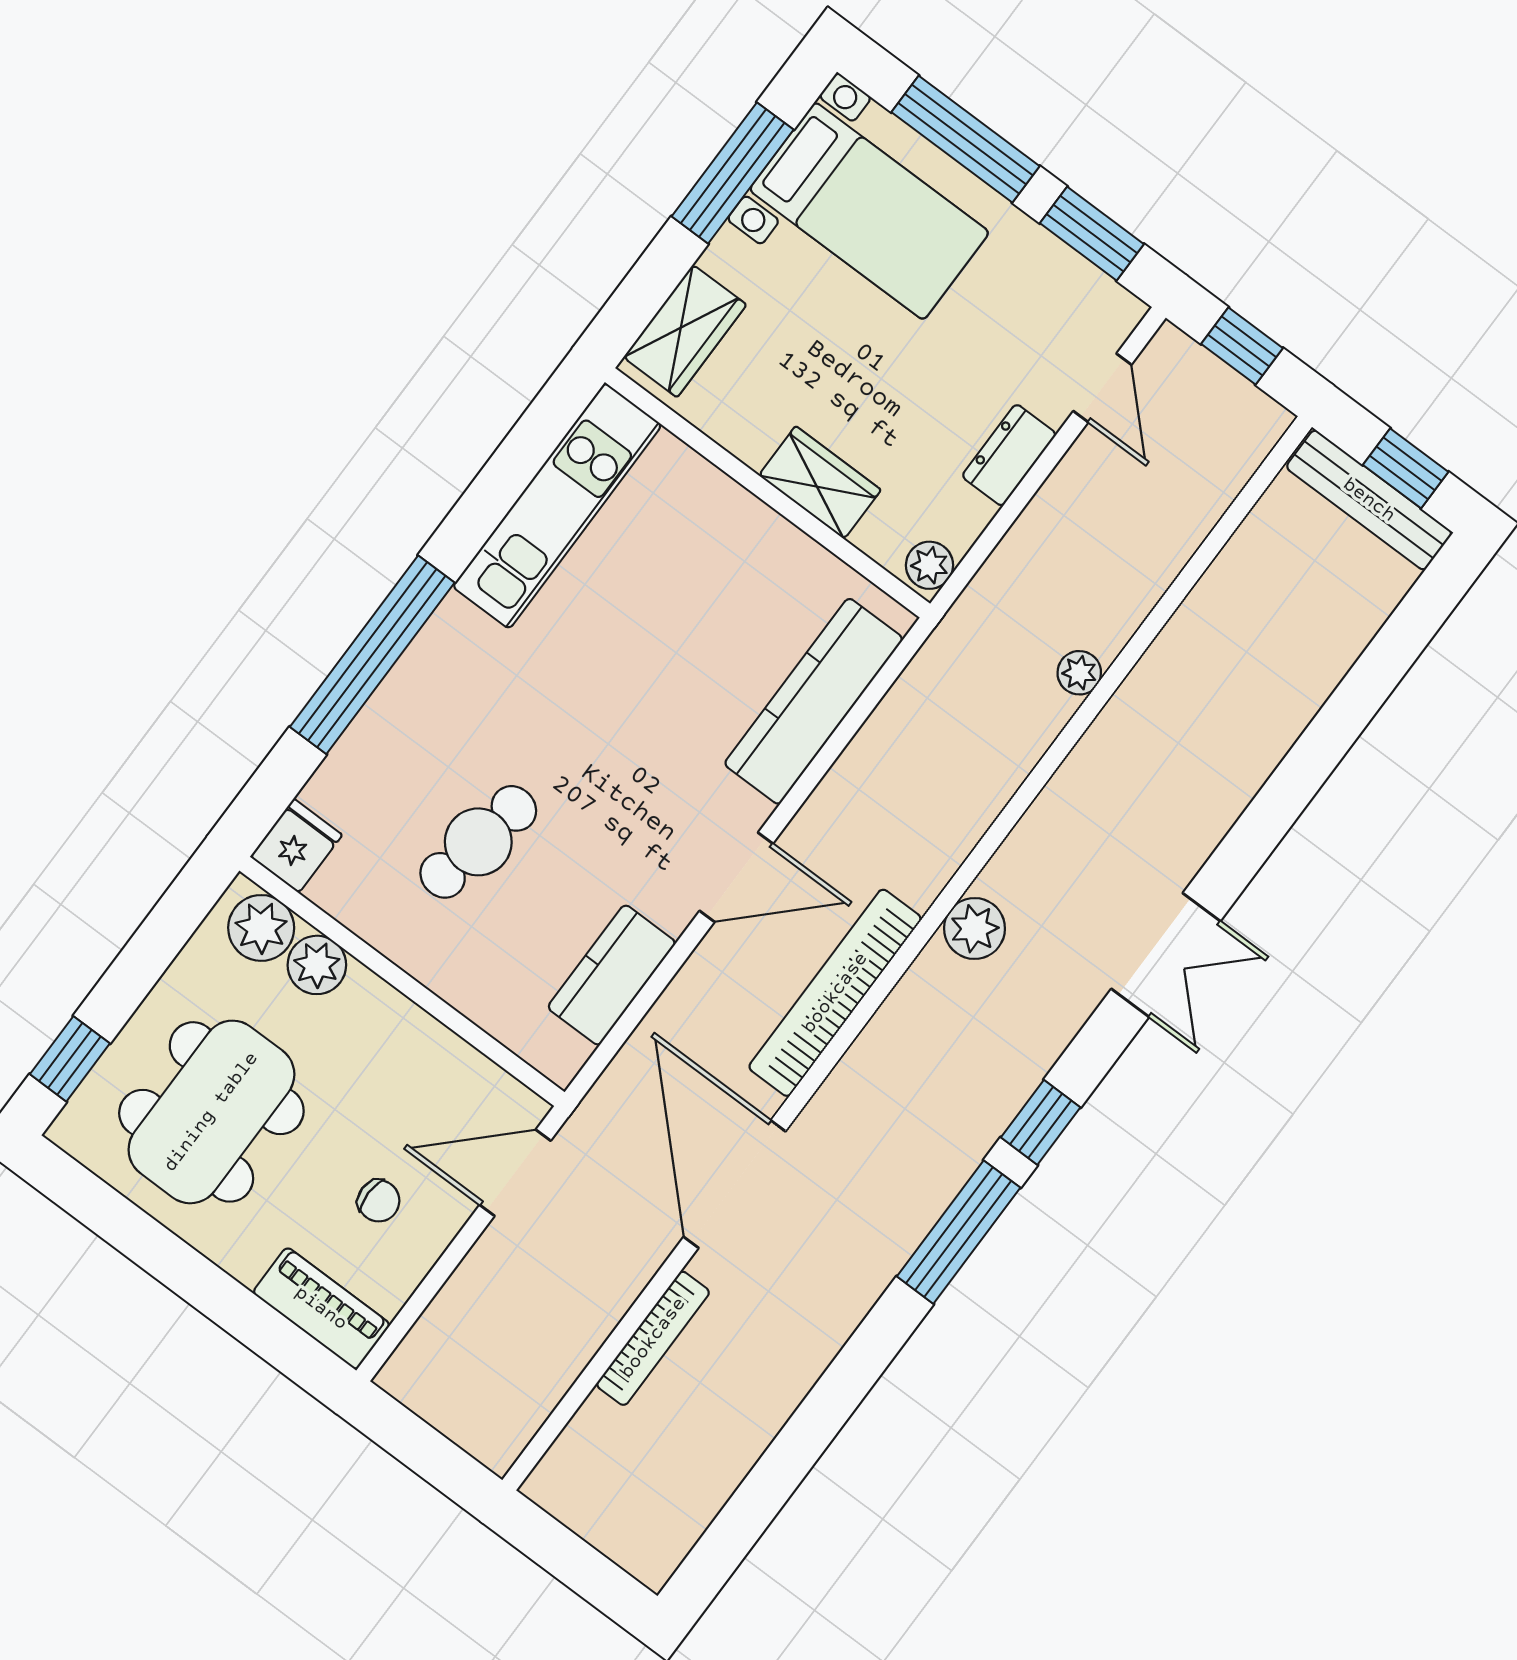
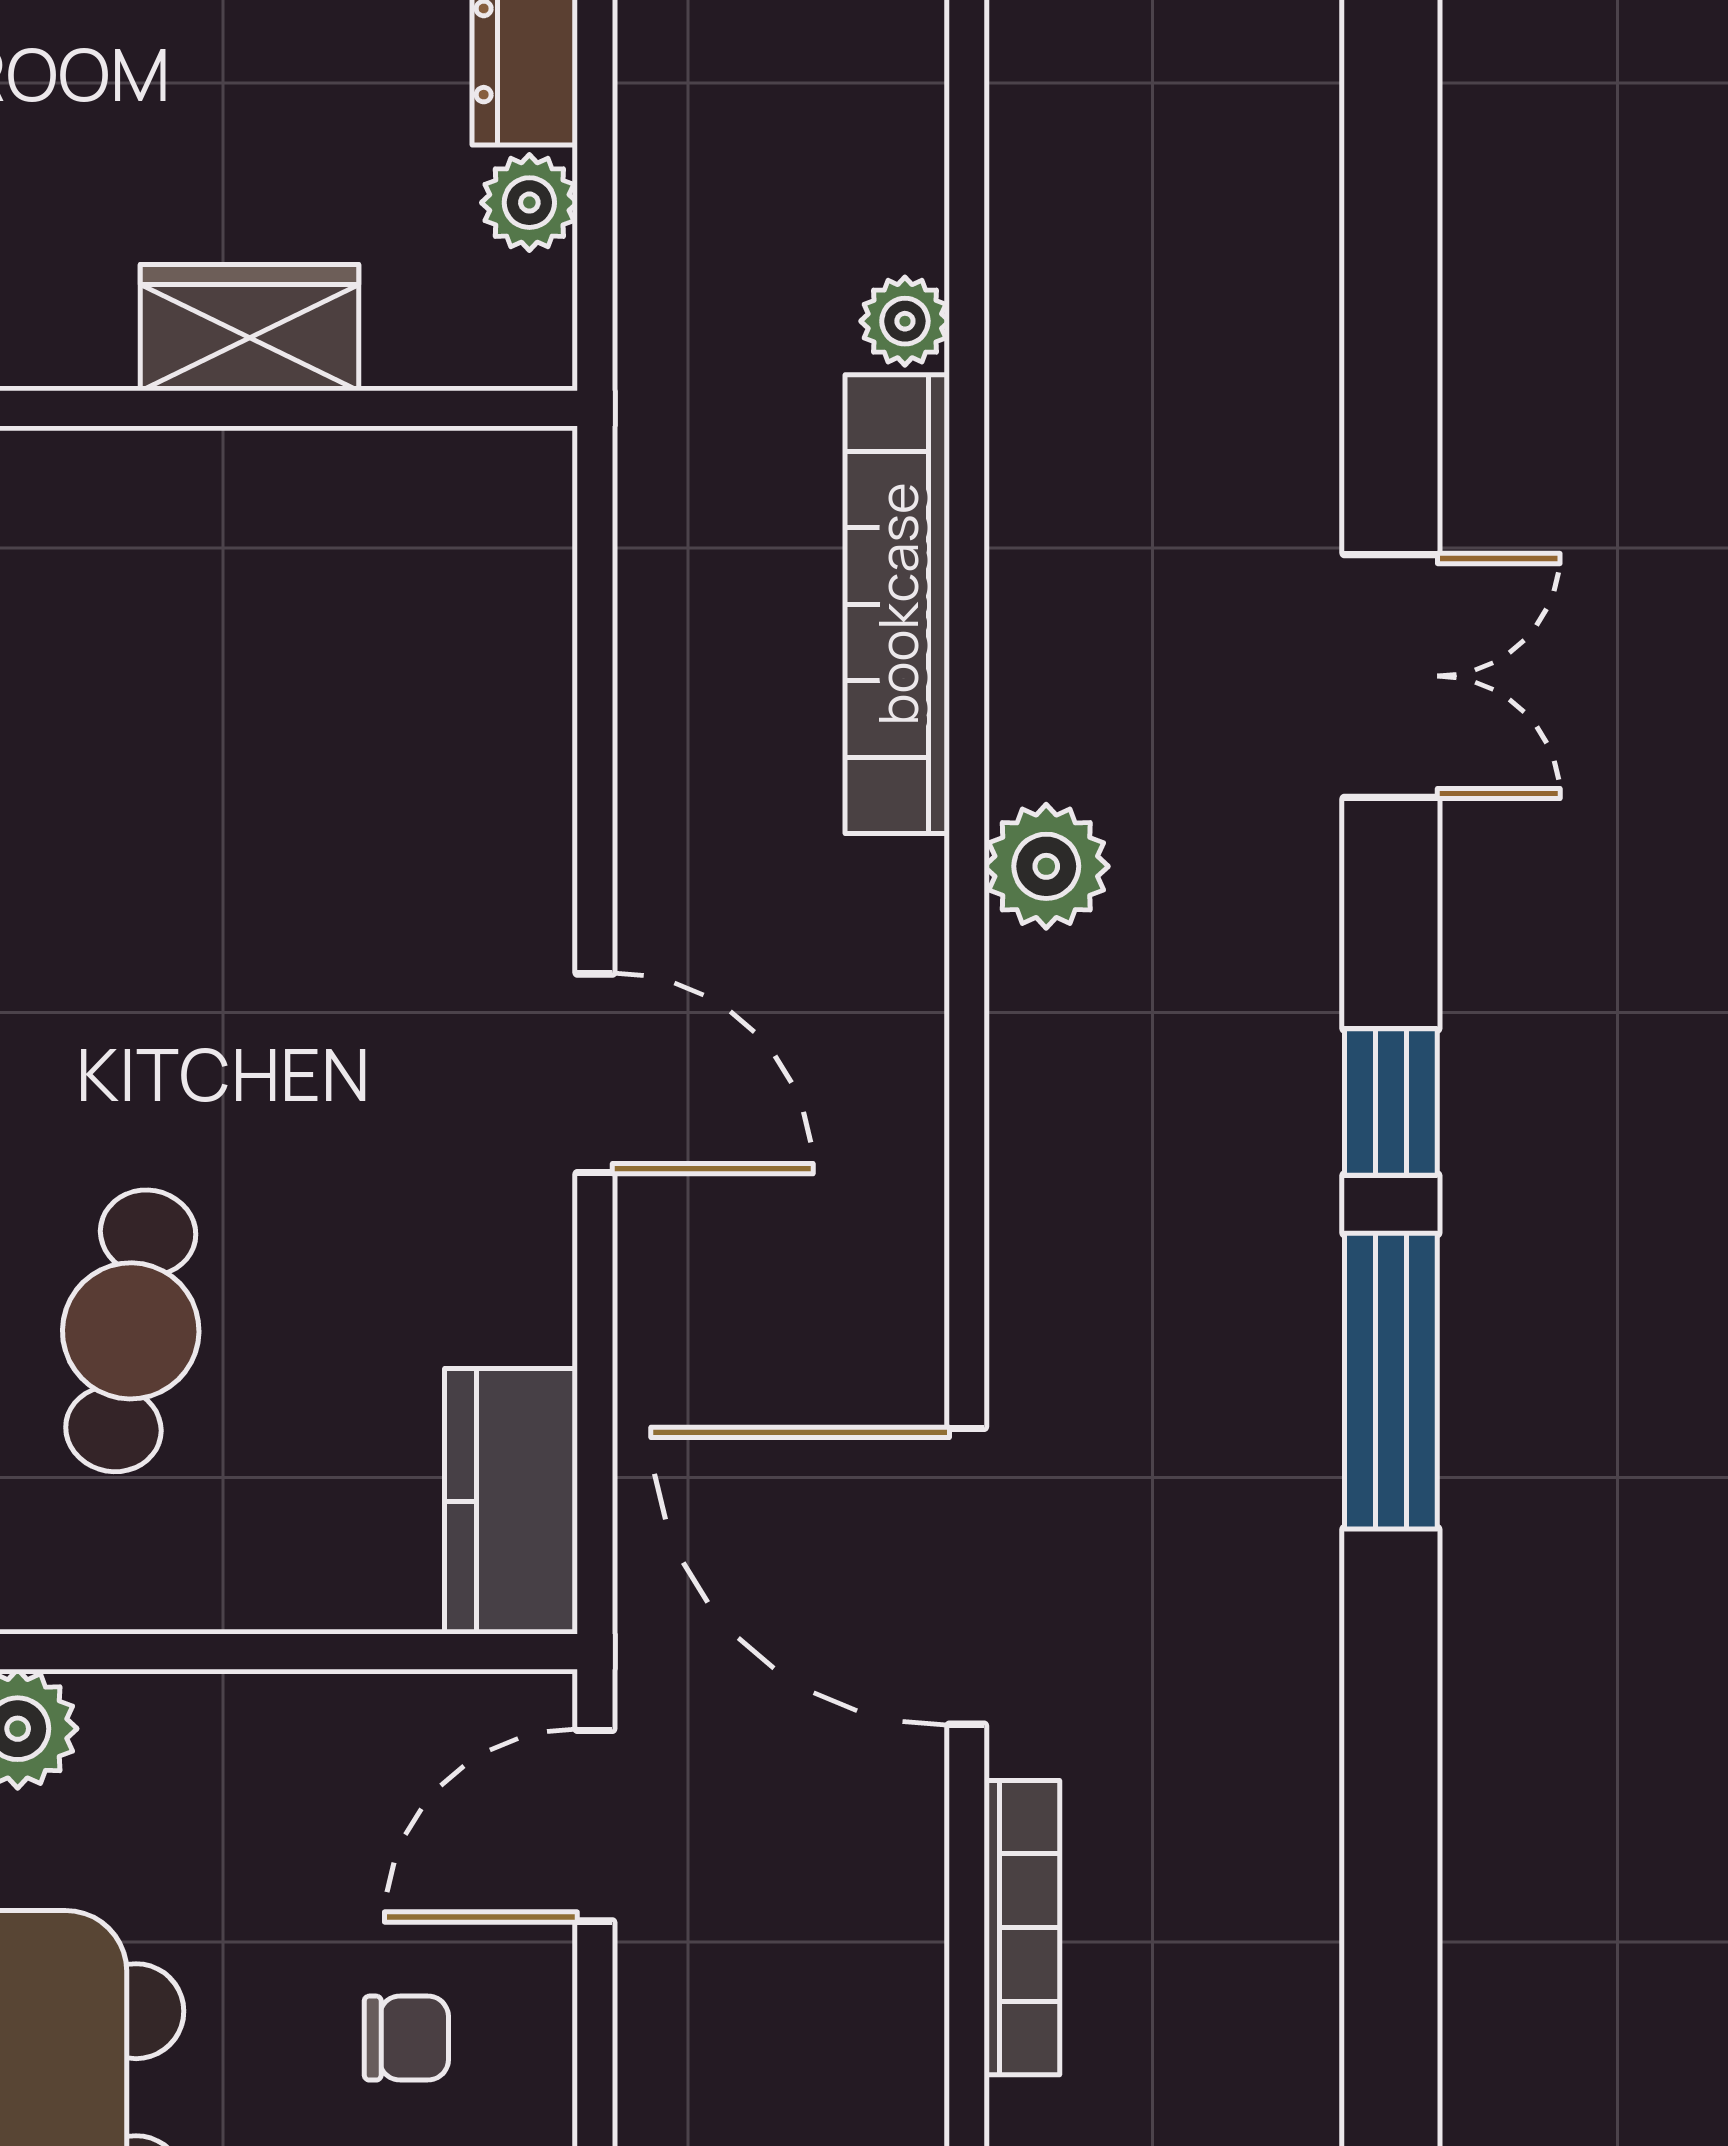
plant: (929, 565) -> (529, 203), moved
kitchen counter: (814, 701) -> (506, 692), removed
door: (736, 877) -> (595, 1073), hinge flipped
kitchen counter: (612, 975) -> (511, 1501), moved
bookcase: (835, 993) -> (897, 604), moved

